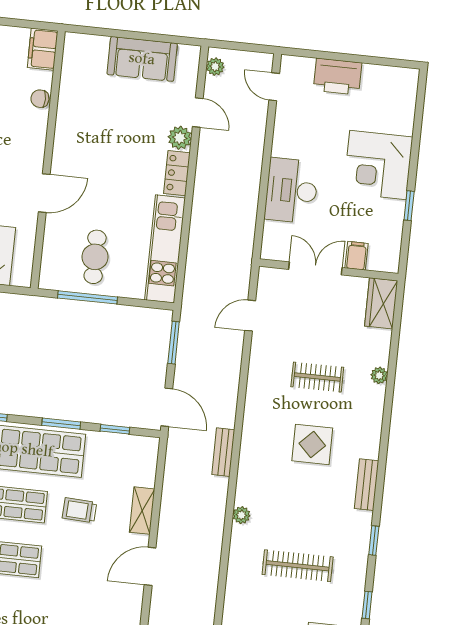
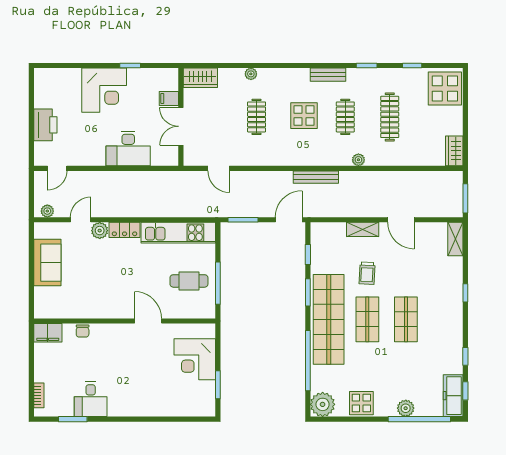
bench: (223, 452) -> (316, 177), width x1.36
clothes rail: (304, 503) -> (345, 117), added

